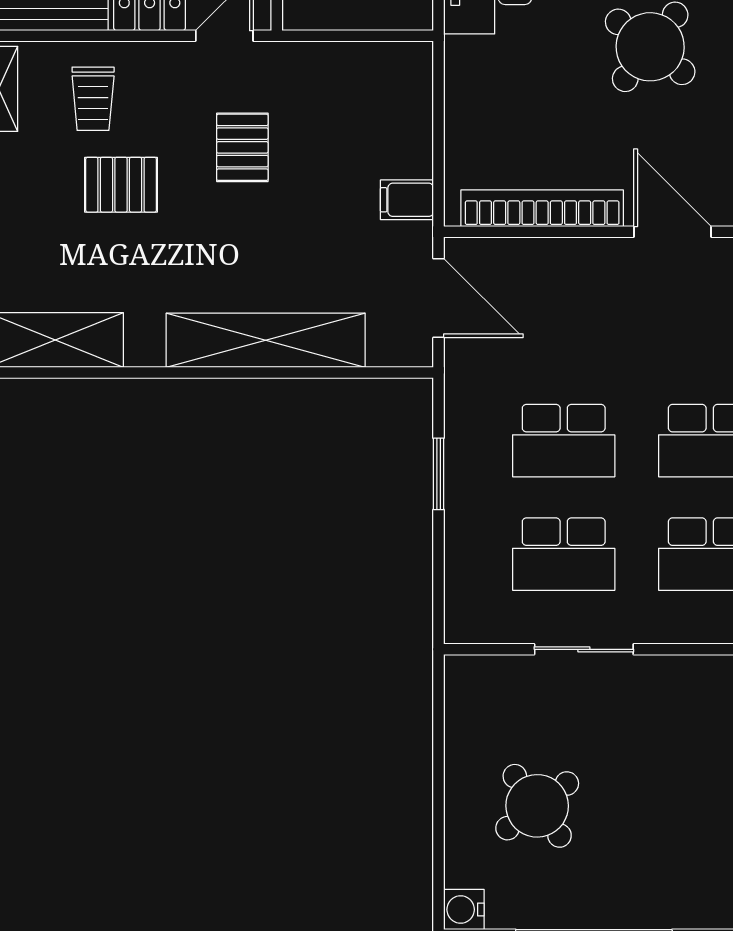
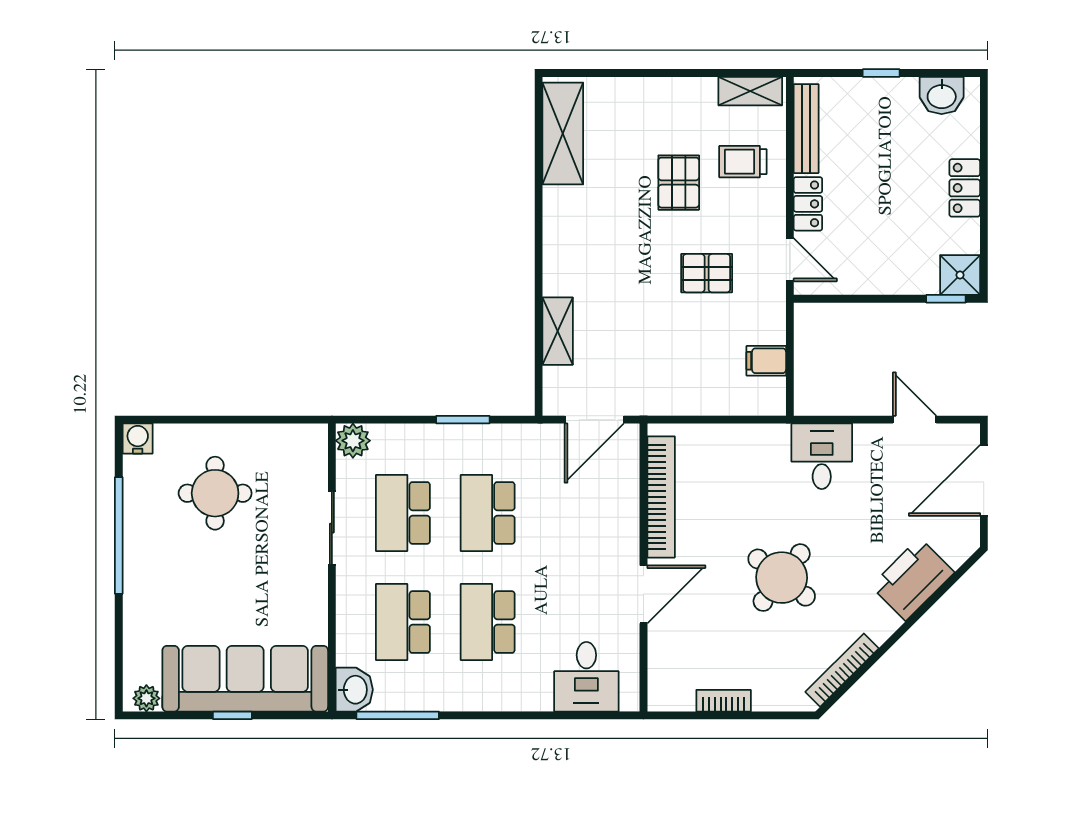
filing cabinet: (407, 200) -> (766, 361), moved, turned -90
shelving: (266, 340) -> (558, 331), width x0.45, depth x0.75
plant: (467, 621) -> (353, 441), added
round table: (537, 806) -> (215, 493), turned 37

